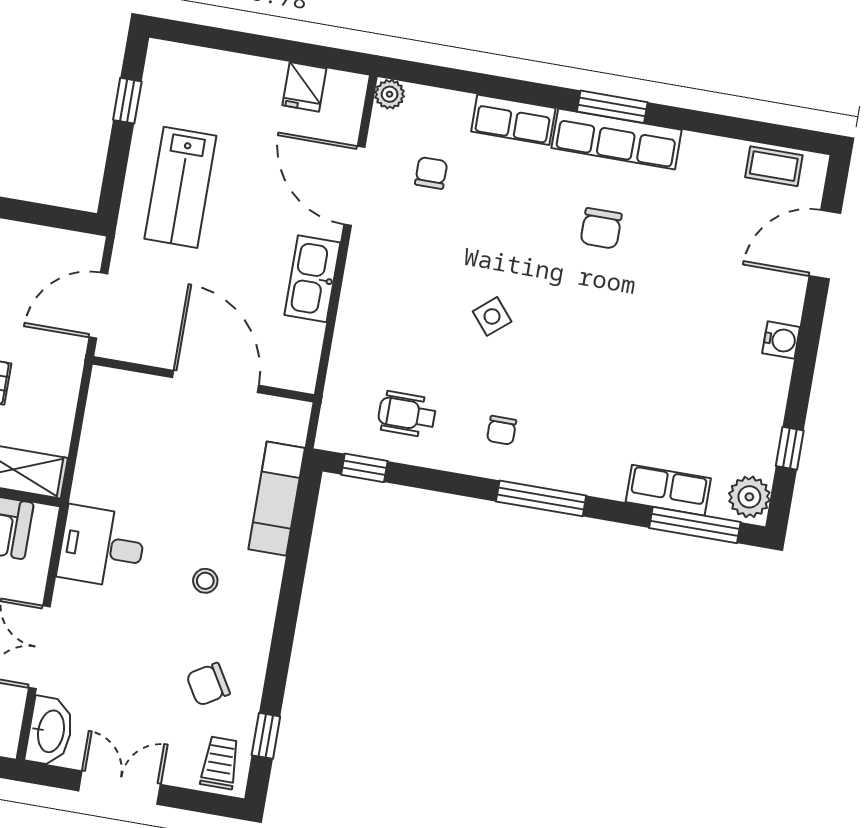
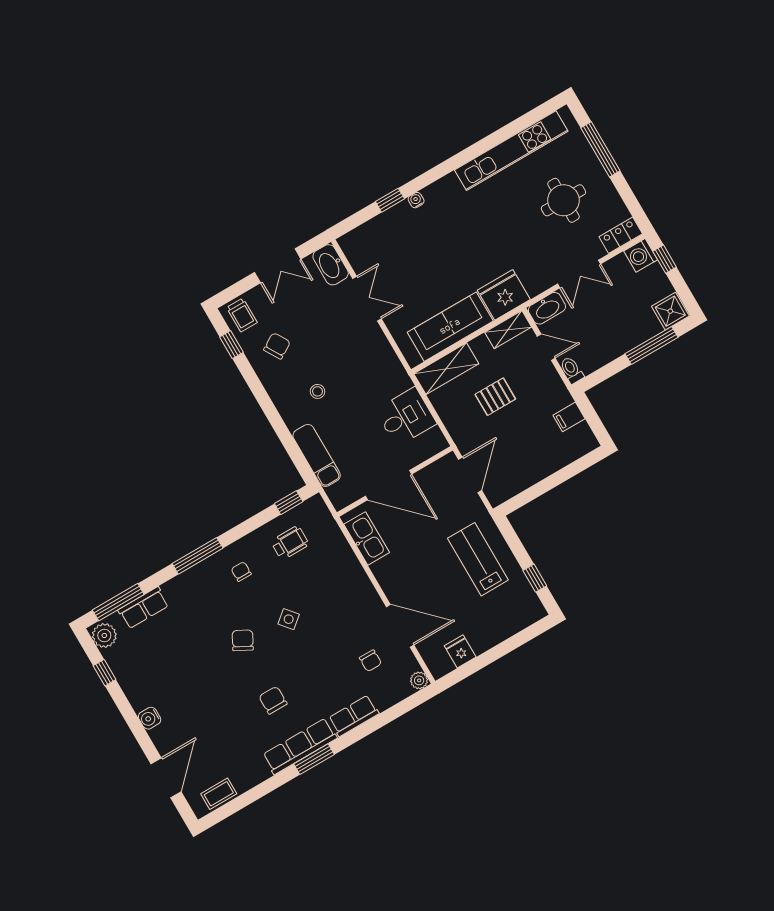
kitchen sink: (312, 279) -> (367, 538), moved
chair: (575, 339) -> (243, 640), added
desk: (102, 547) -> (406, 417), moved

